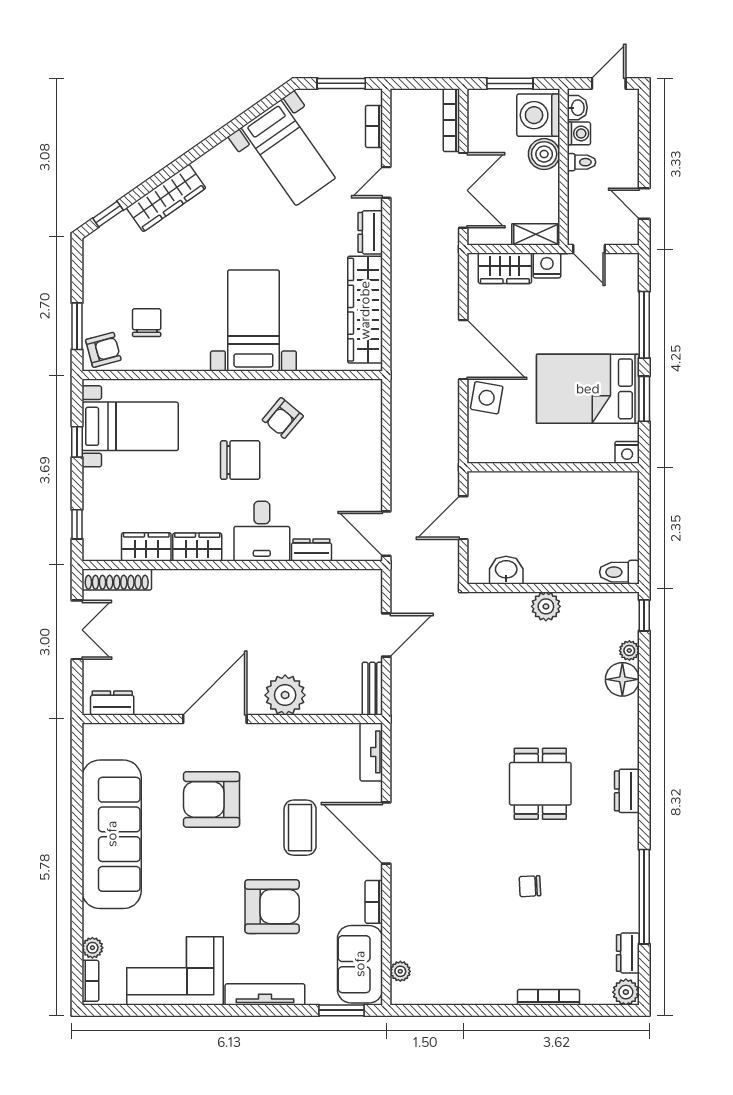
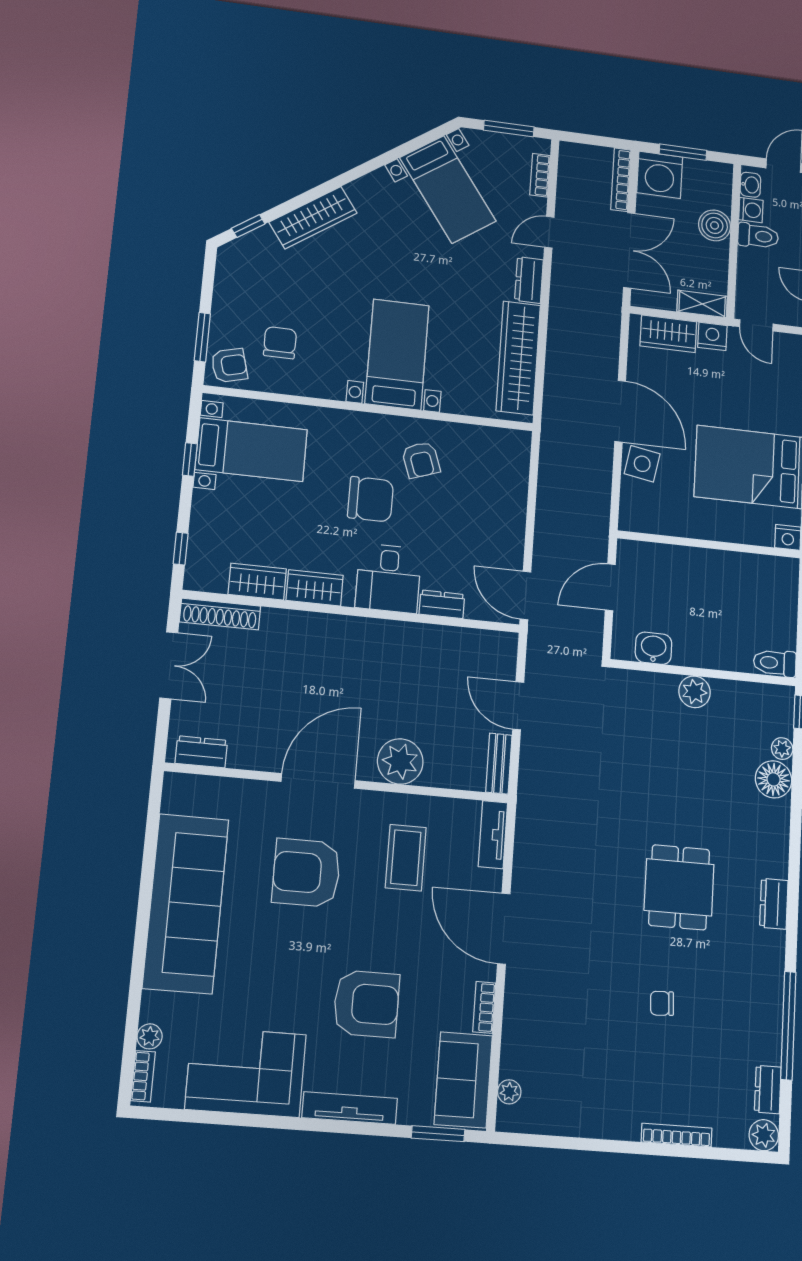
washing machine: (538, 115) -> (660, 175), moved, turned -90
toilet: (581, 162) -> (758, 236), width x1.37, depth x1.39
armchair: (283, 418) -> (421, 460), turned -59
door: (386, 635) -> (518, 706), swing flipped
coffee table: (300, 828) -> (406, 858), moved

